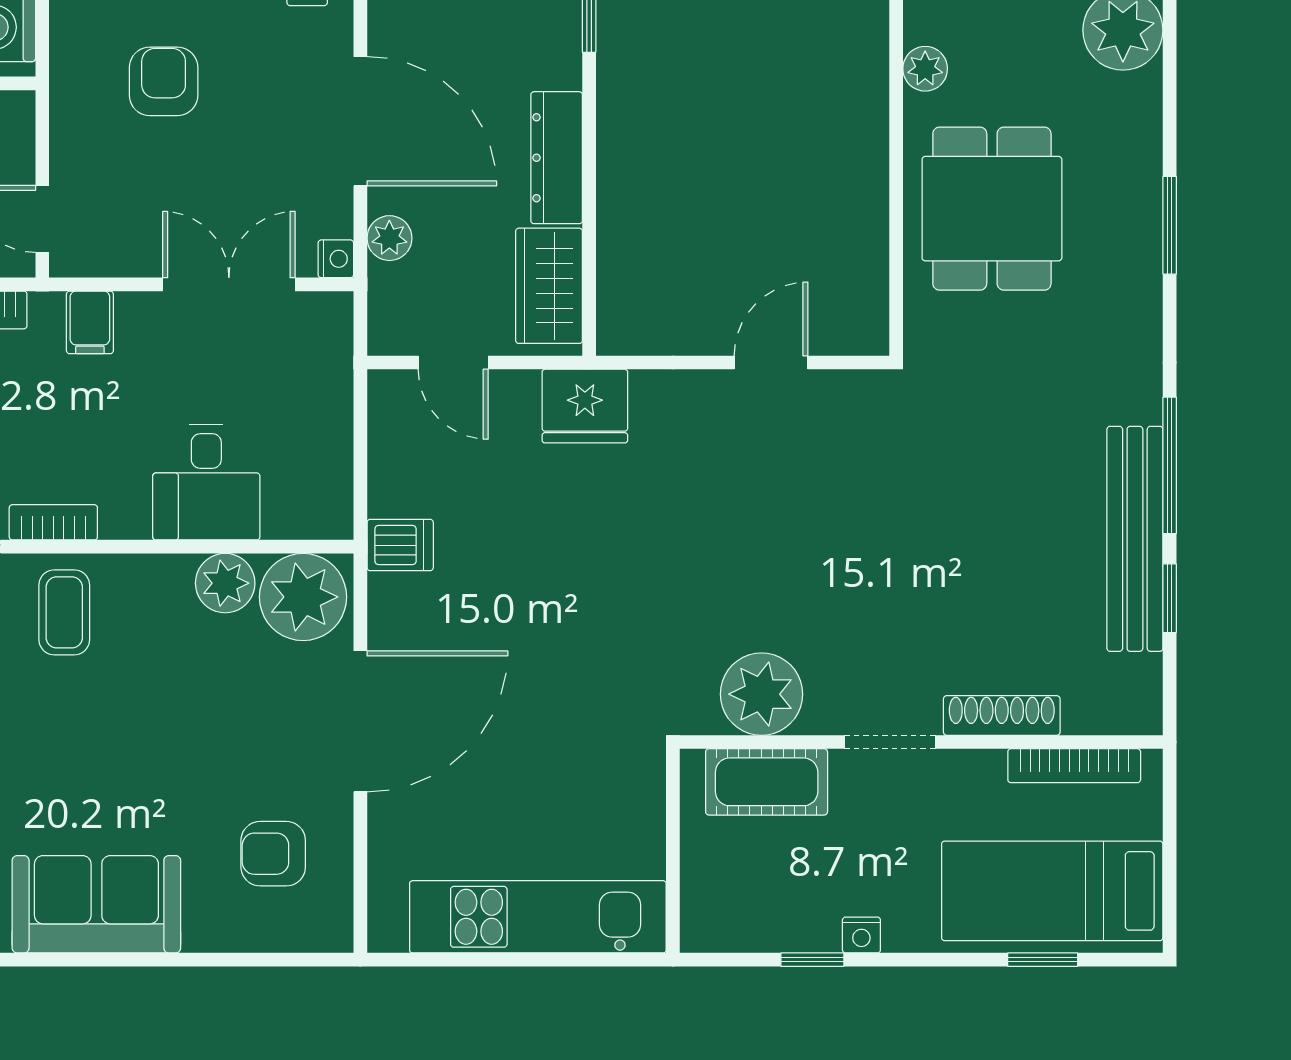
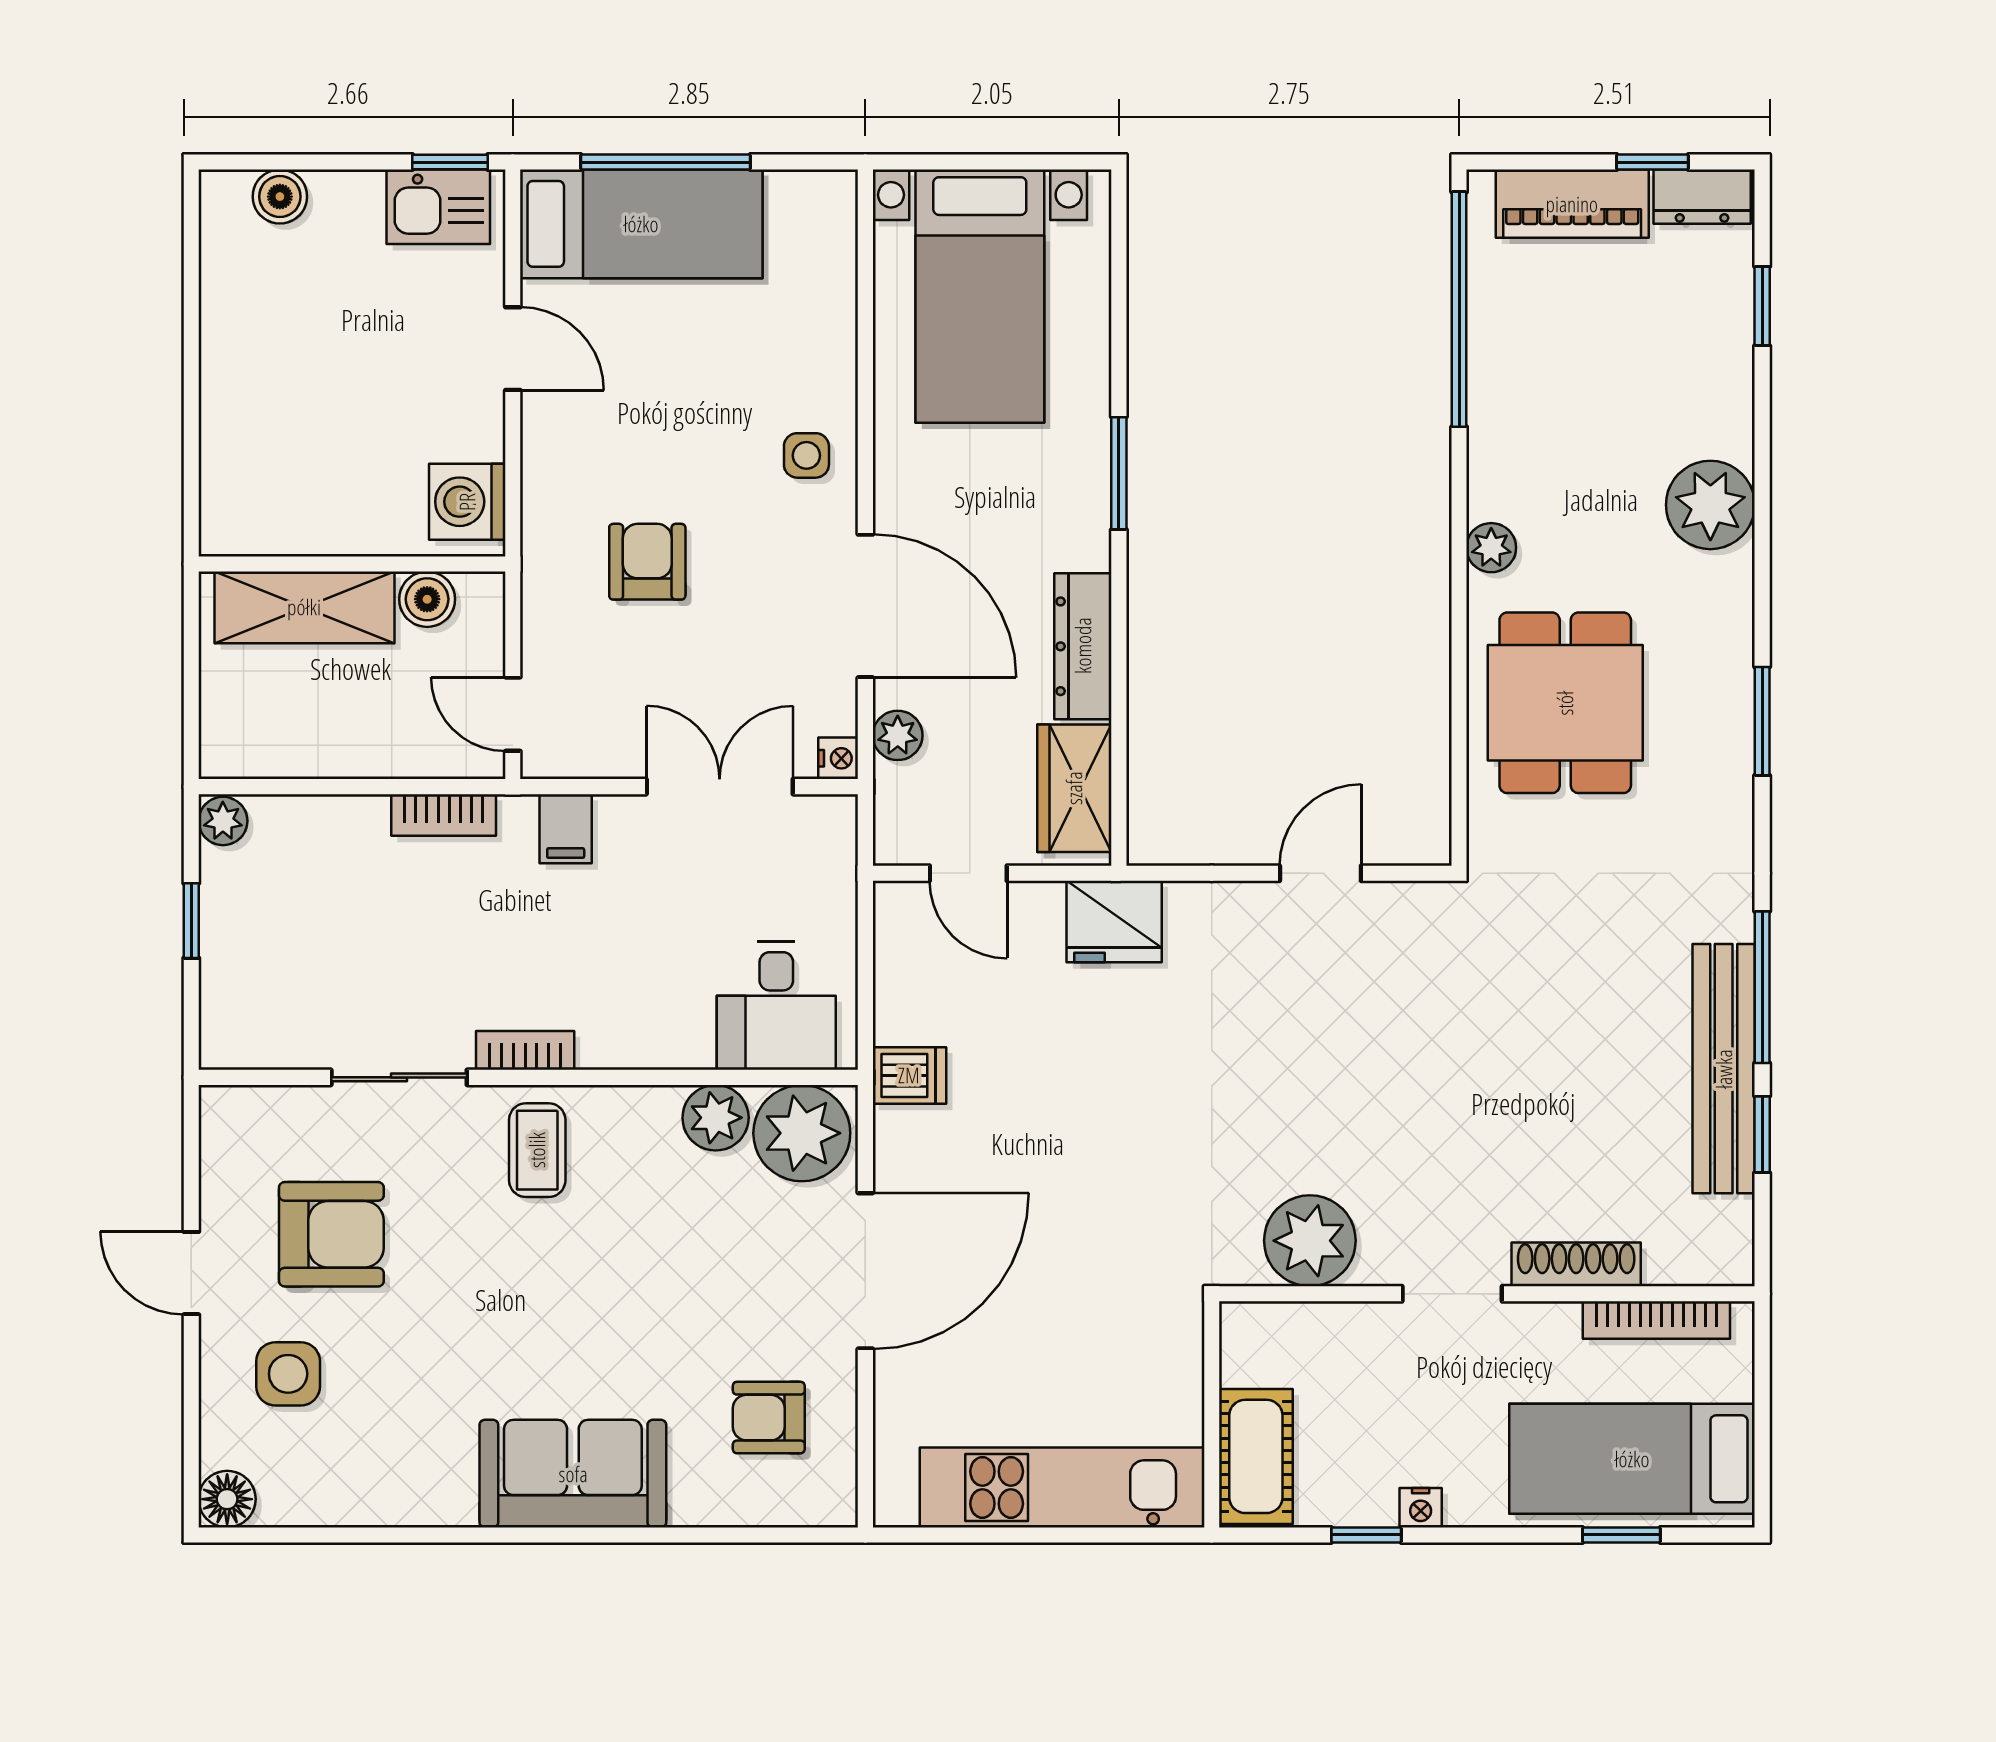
desk: (206, 482) -> (776, 1006), moved
cot: (767, 782) -> (1256, 1456), moved, turned 90

